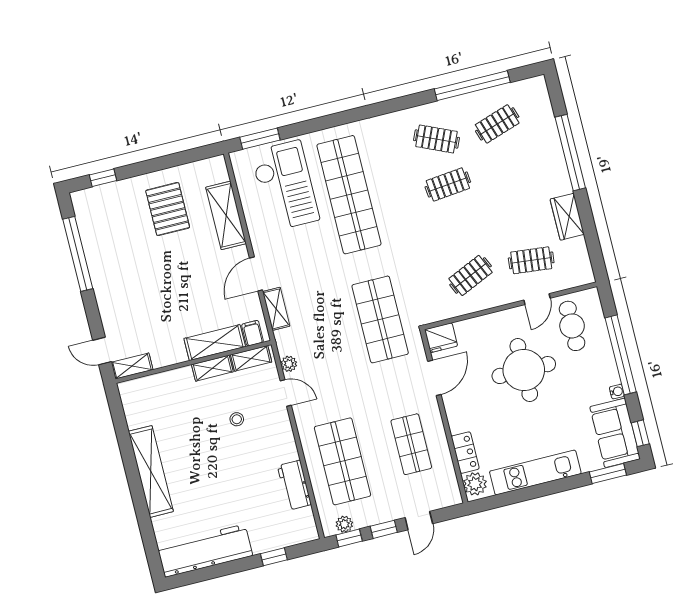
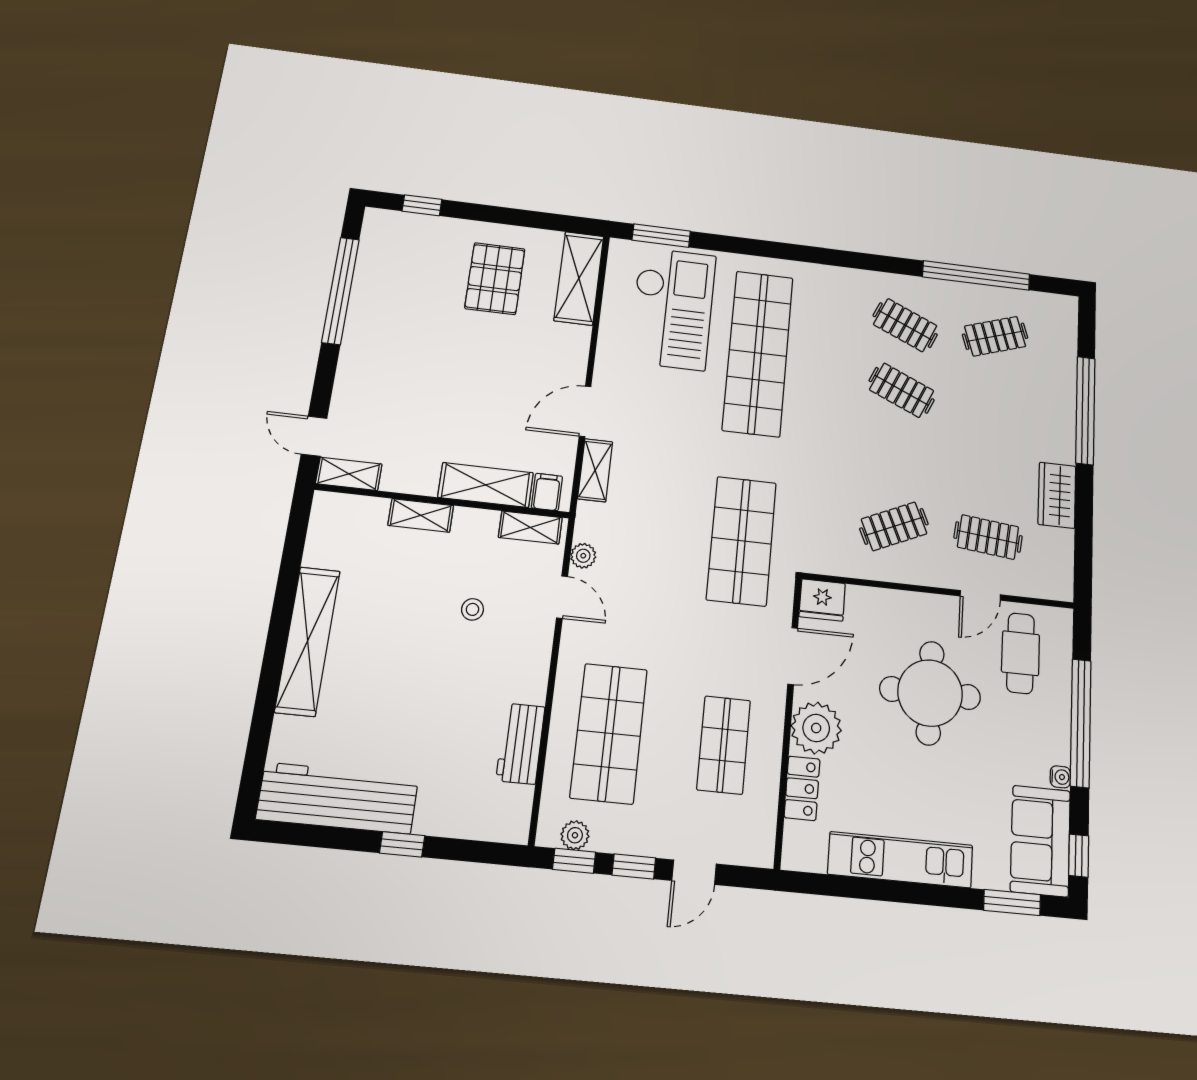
clothes rail: (448, 184) -> (902, 390), turned 30
shelving: (226, 215) -> (579, 278), moved
shelving: (212, 368) -> (421, 515), moved
plant: (475, 484) -> (816, 728), moved, width x1.36, depth x1.36
window: (274, 557) -> (402, 844), moved

